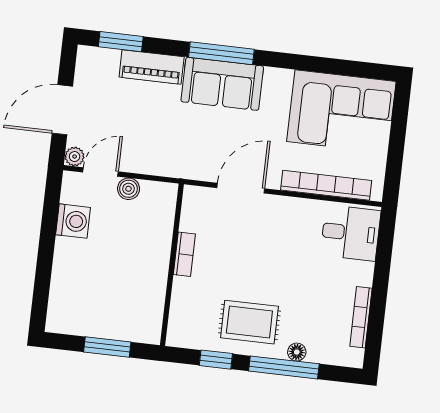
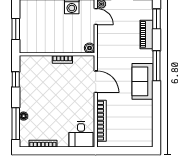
sofa: (222, 84) -> (143, 81), moved
corner sofa: (341, 111) -> (136, 124), removed
boiler: (129, 189) -> (89, 48), moved
rug: (249, 322) -> (35, 93), removed
window: (284, 367) -> (16, 124), moved

